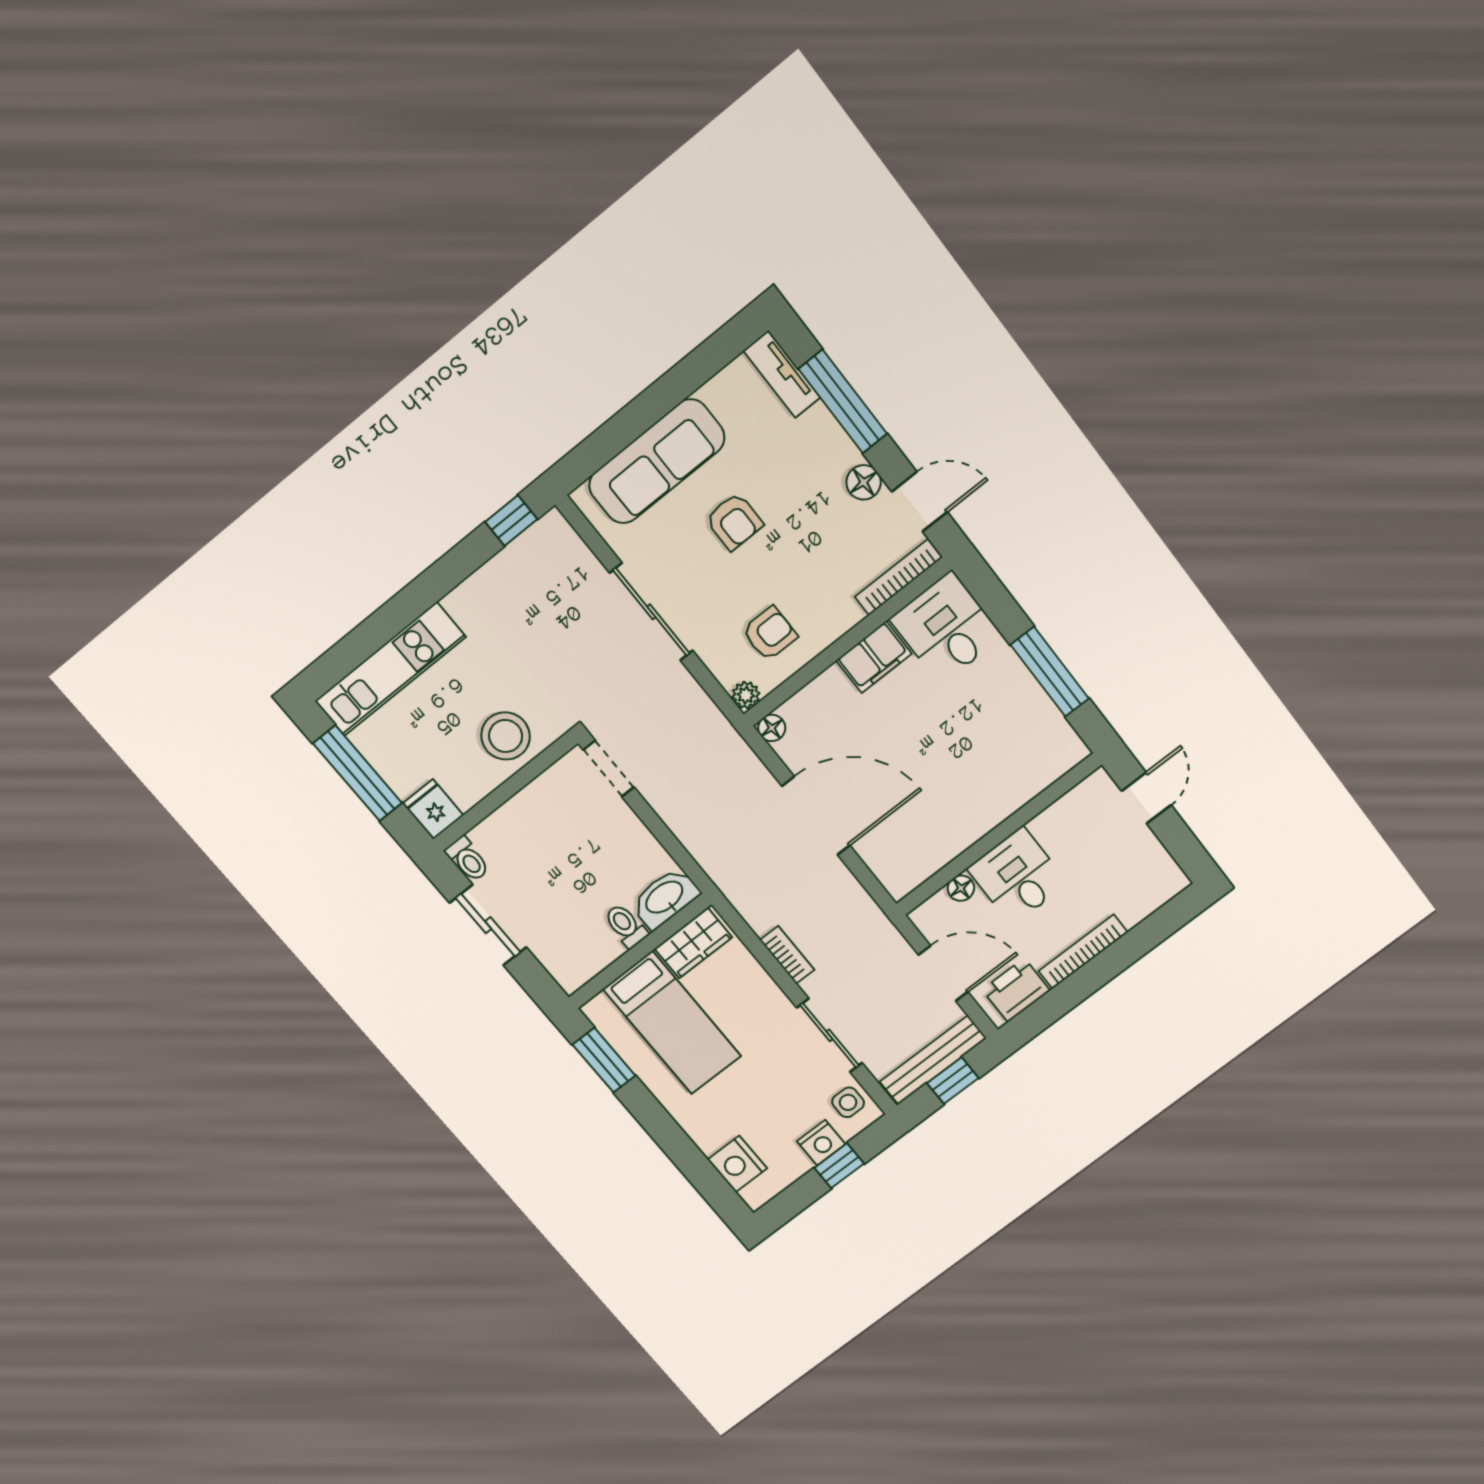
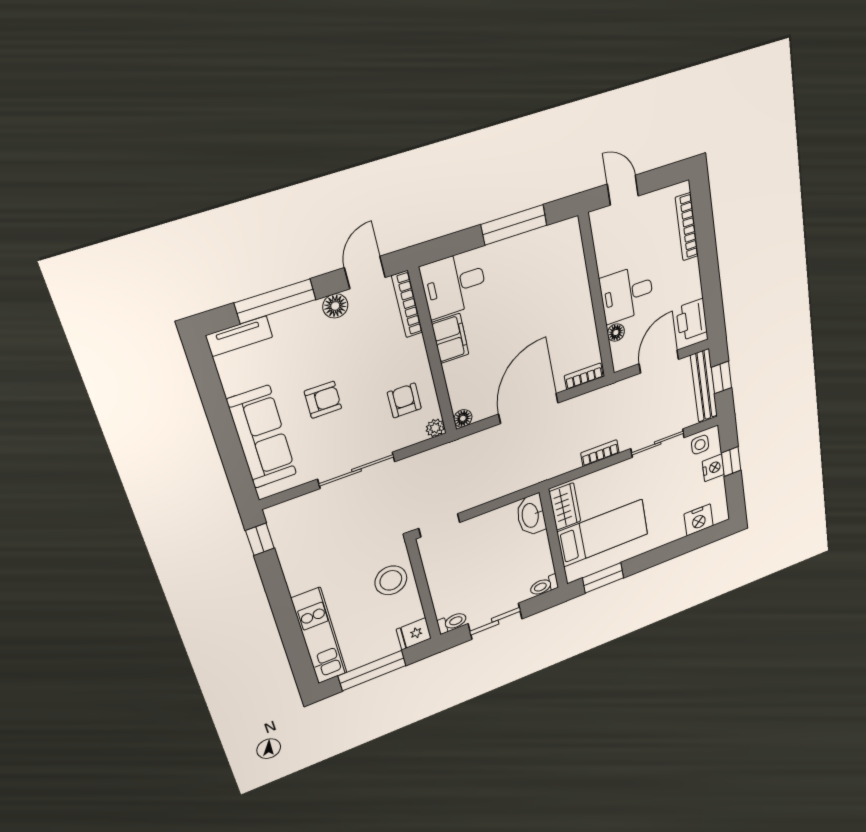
bookcase: (886, 873) -> (584, 376), added
toilet: (626, 926) -> (544, 586), moved
bookcase: (1083, 952) -> (687, 227), moved

